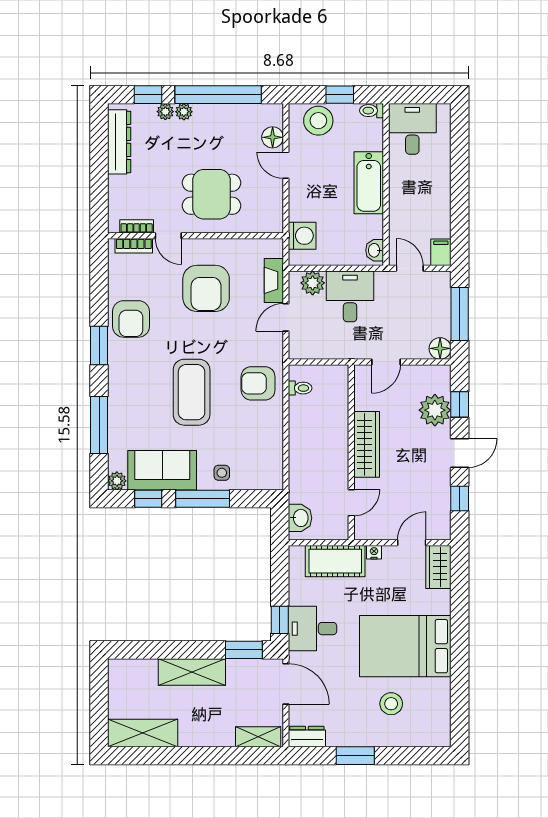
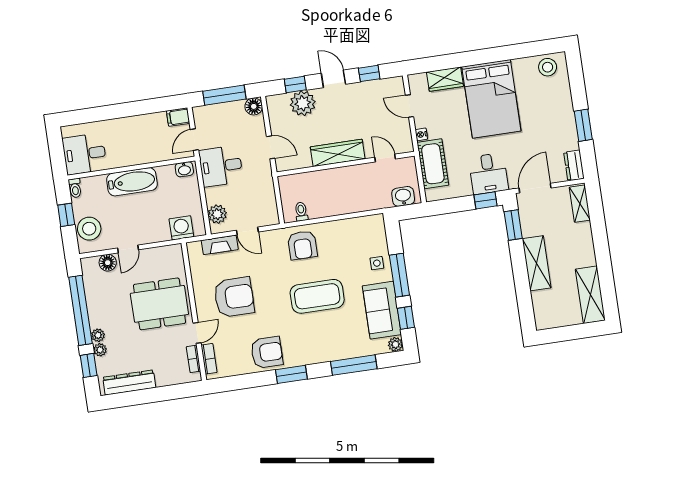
dining table: (211, 194) -> (159, 304), width x1.38
desk: (350, 296) -> (221, 166), moved
wardrobe: (438, 567) -> (445, 79), moved
stool: (391, 704) -> (548, 67), moved

